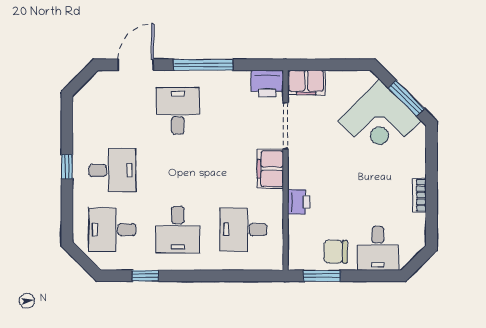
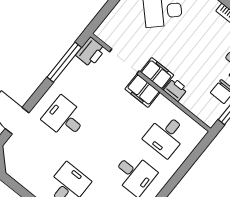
window: (203, 65) -> (64, 62), moved
filing cabinet: (306, 82) -> (157, 73), moved, turned -90

